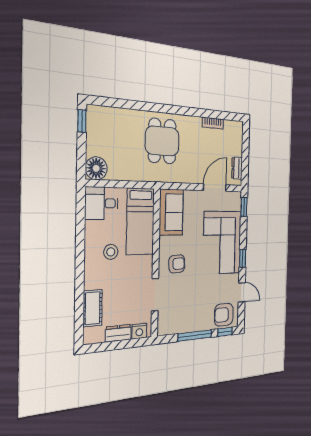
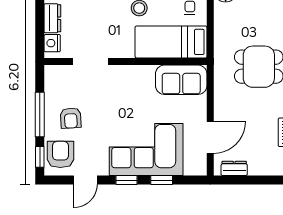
door: (215, 188) -> (210, 137), hinge flipped
window: (244, 207) -> (162, 180), moved
armchair: (177, 264) -> (71, 118), moved

